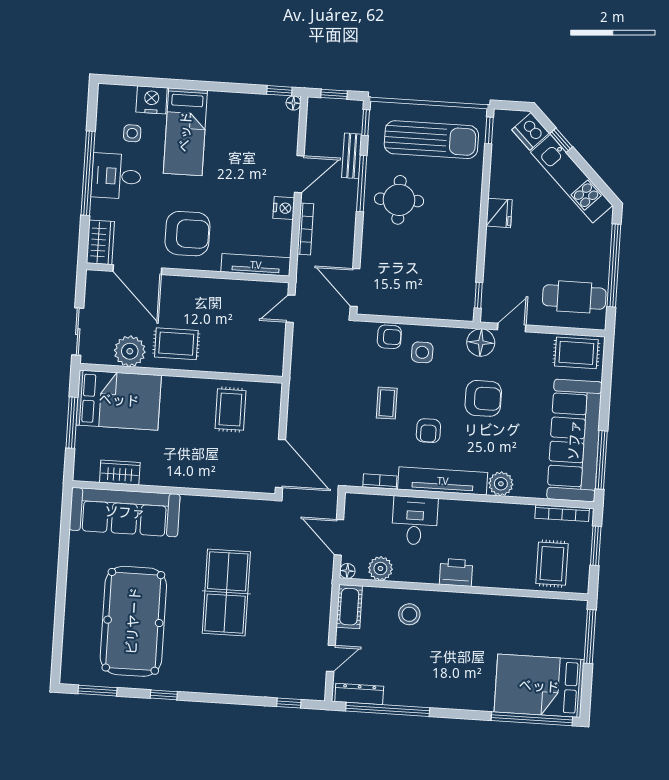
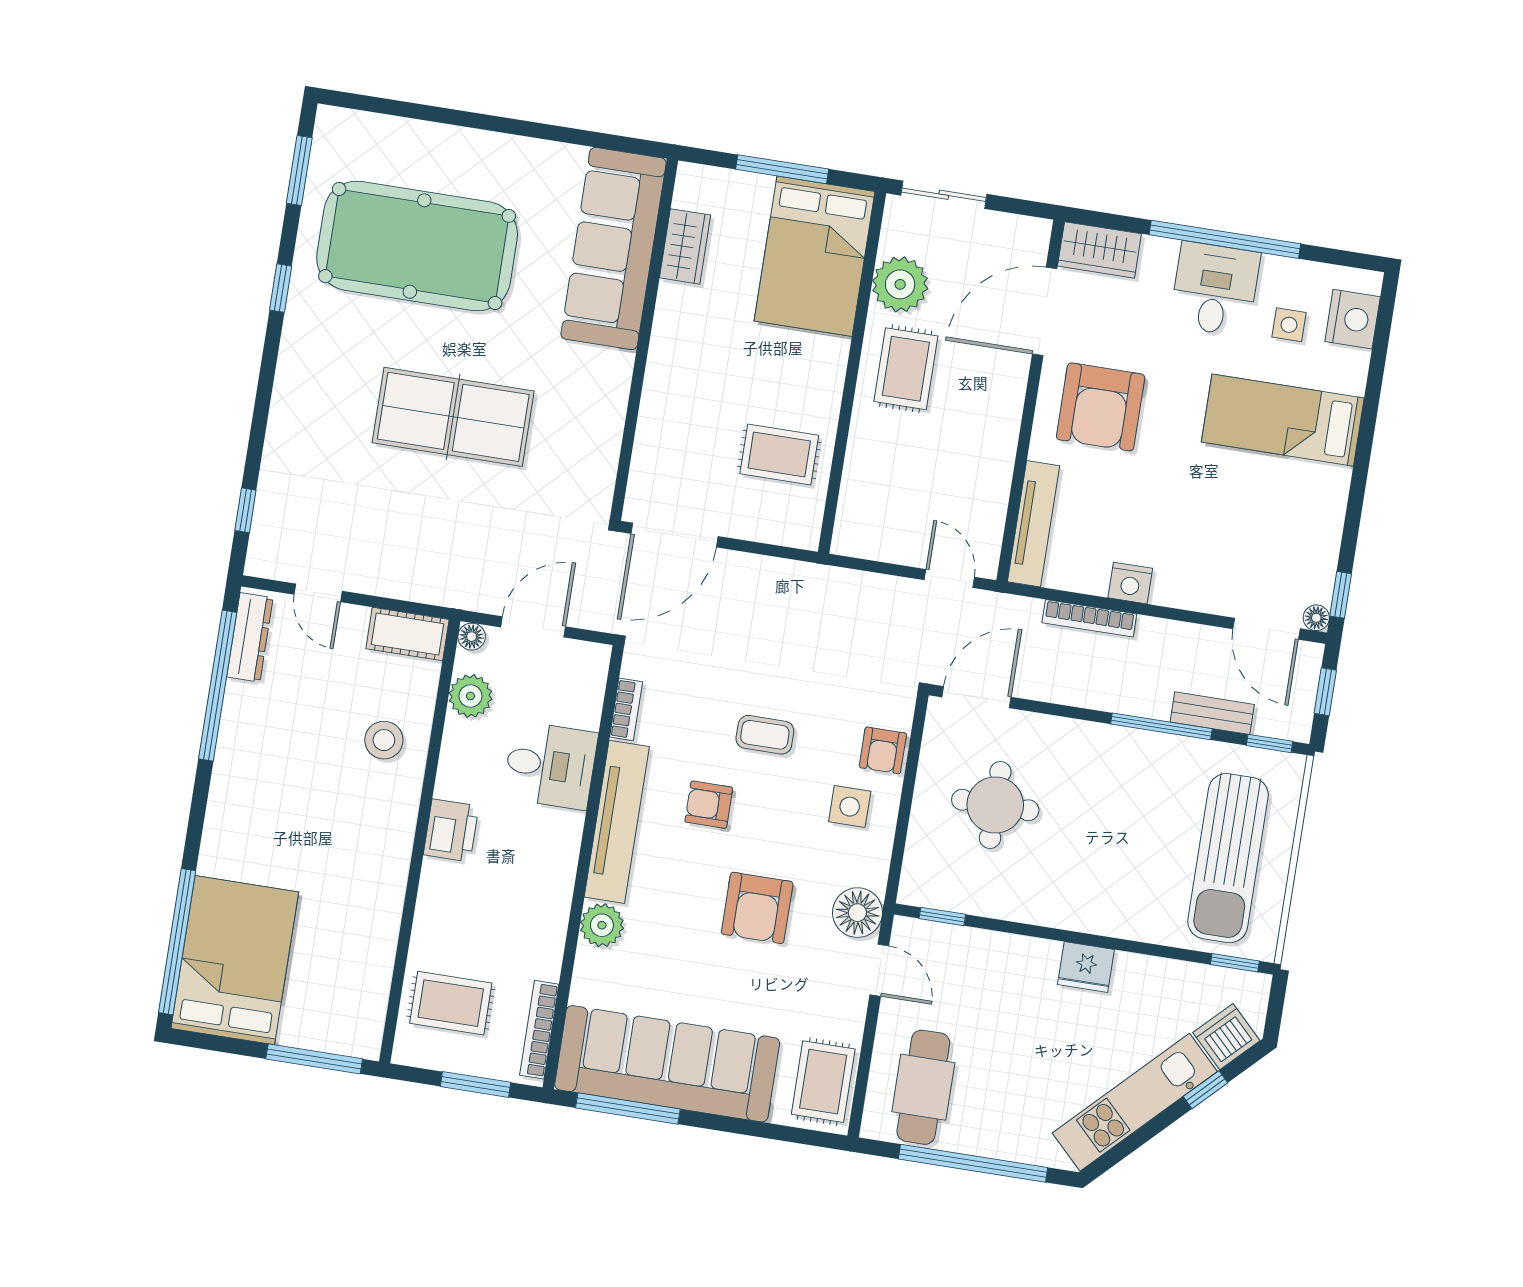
nightstand: (152, 100) -> (1353, 319), moved
door: (299, 174) -> (1267, 629), moved
round table: (399, 200) -> (995, 805), moved

